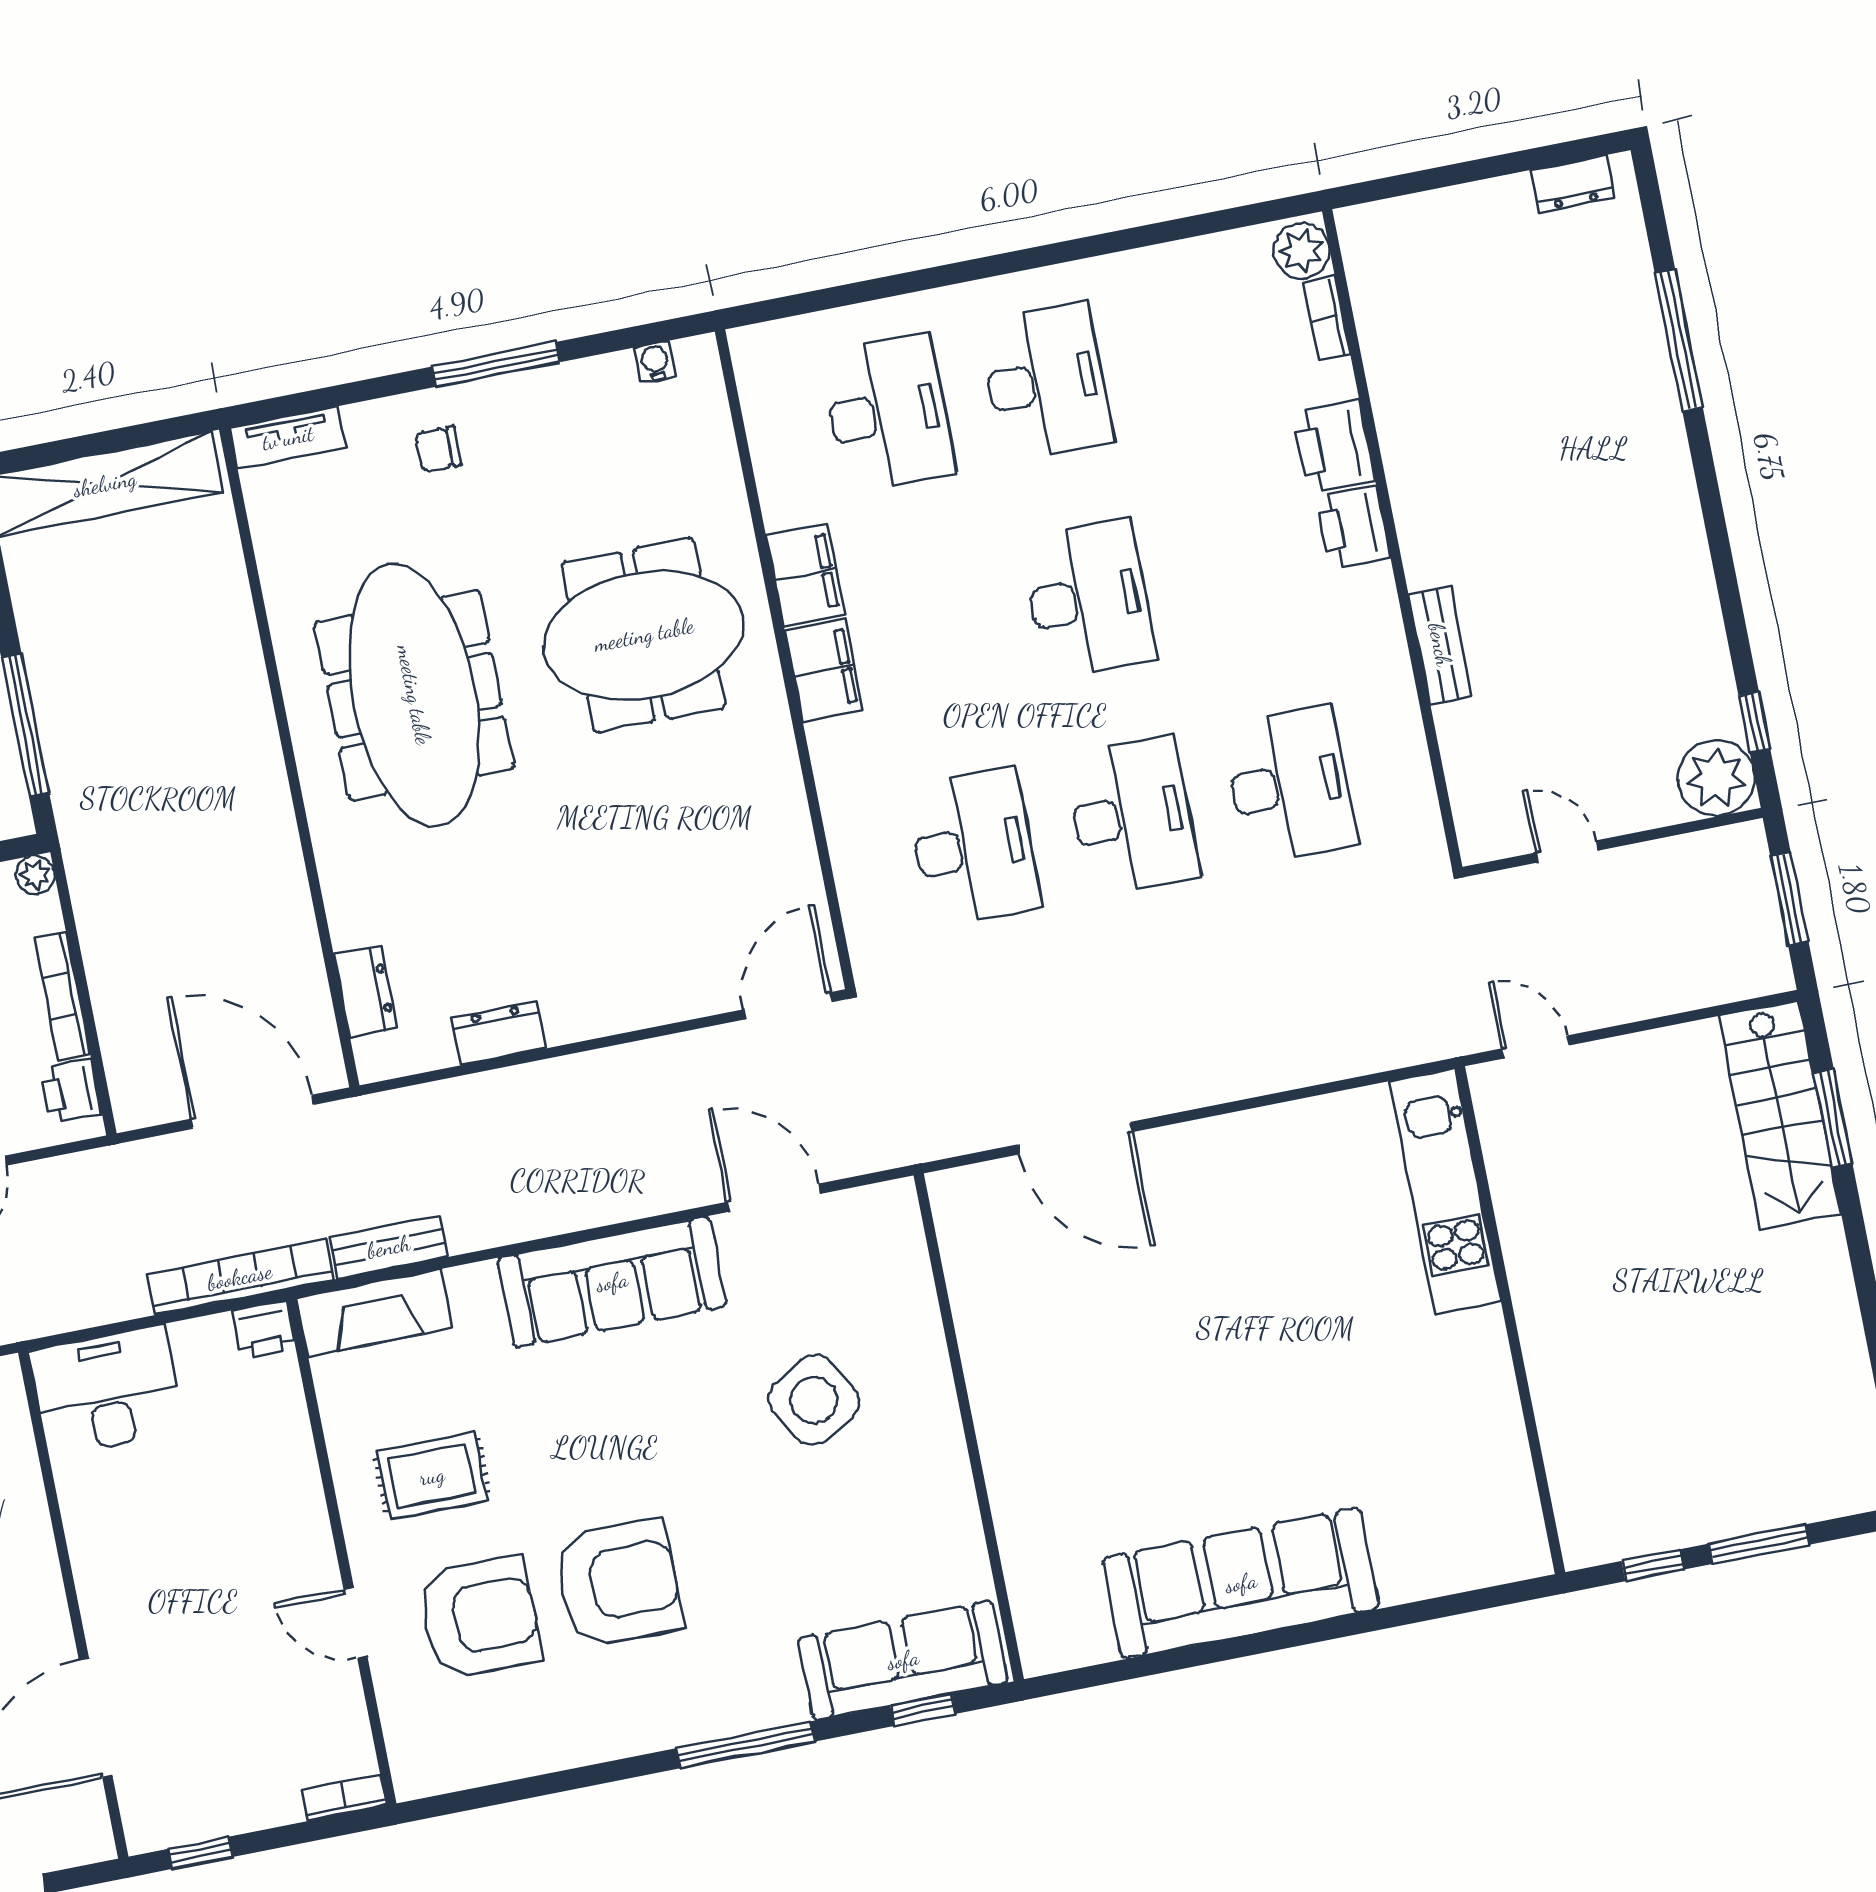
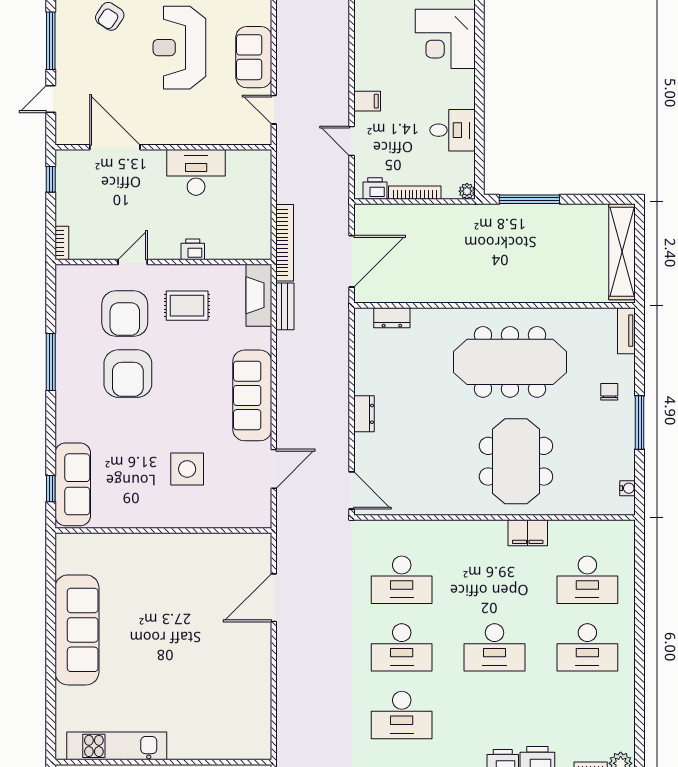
filing cabinet: (824, 670) -> (487, 533), removed
dresser: (499, 1033) -> (364, 414), moved
kitchen unit: (1445, 1191) -> (117, 746), moved
printer: (264, 1330) -> (193, 249), moved, turned 90
desk: (107, 1391) -> (196, 172), moved, turned -90
side table: (814, 1400) -> (187, 469), turned 31
rug: (432, 1476) -> (187, 306), turned 90
window: (746, 1745) -> (51, 362), moved

